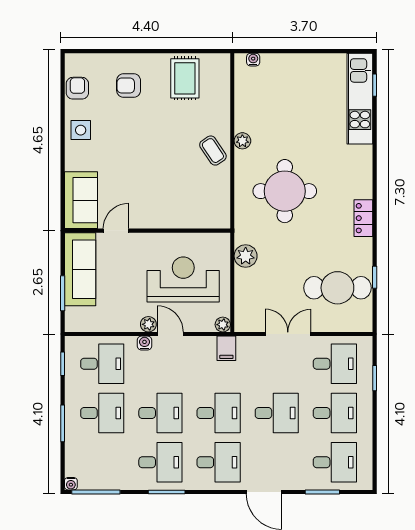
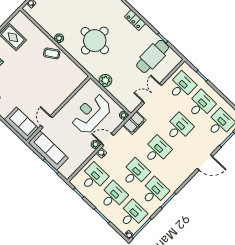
filing cabinet: (226, 348) -> (134, 123), width x2.00
desk: (219, 462) -> (132, 215), moved

